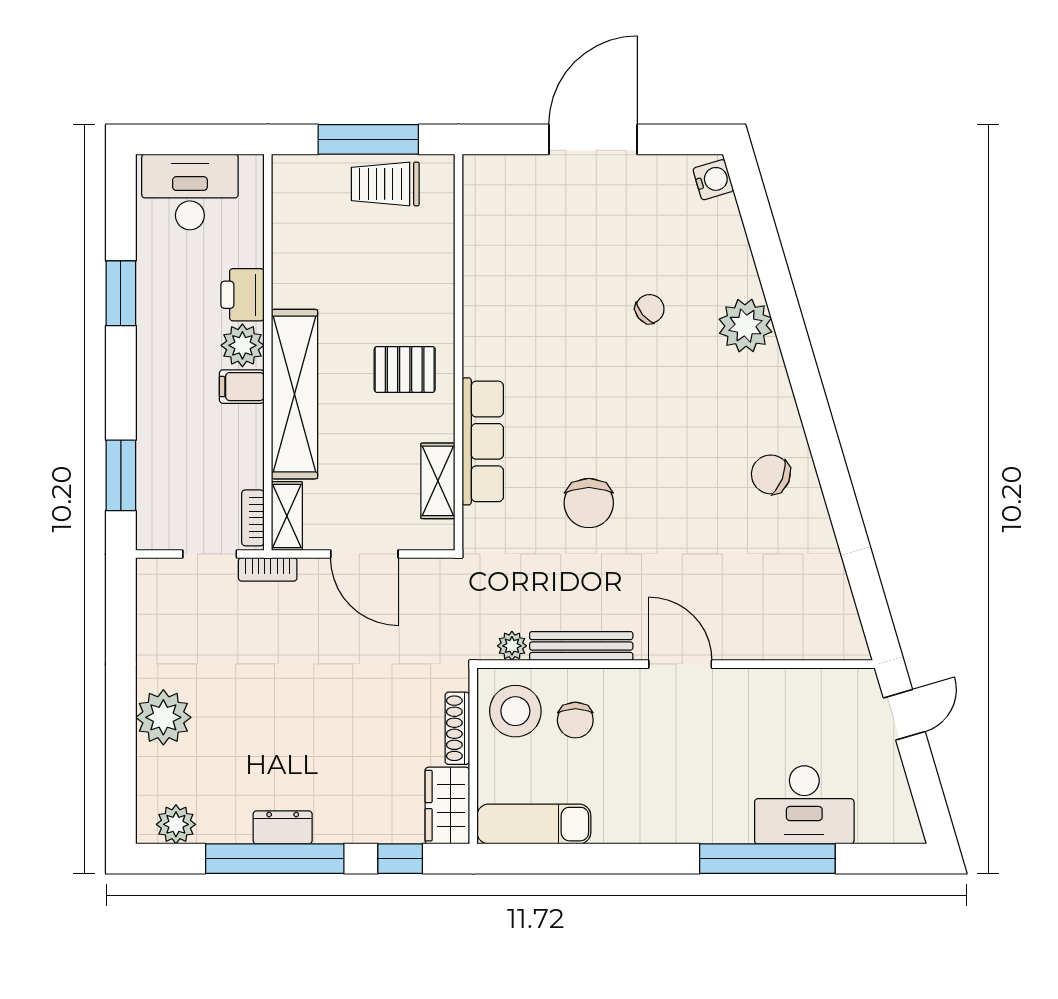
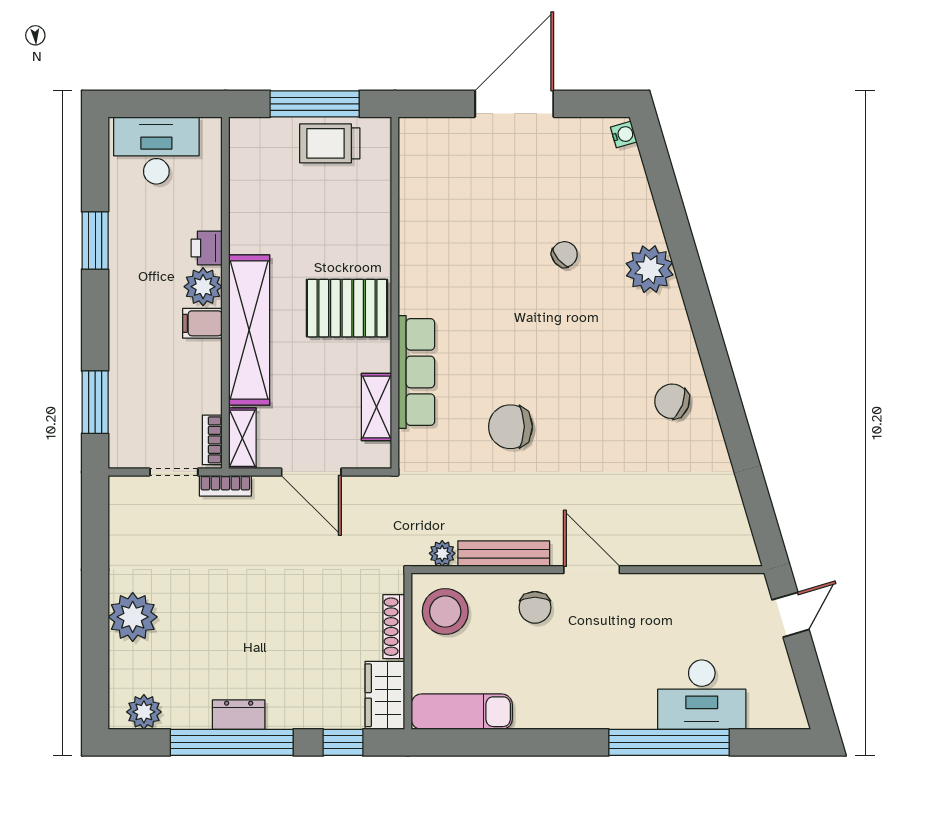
water cooler: (713, 180) -> (624, 135), width x0.72, depth x0.72
printer: (242, 295) -> (207, 248), width x0.73, depth x0.81
pallet: (405, 369) -> (347, 308), width x1.50, depth x1.42
chair: (589, 503) -> (510, 427), turned 90
chair: (575, 720) -> (535, 607), moved

